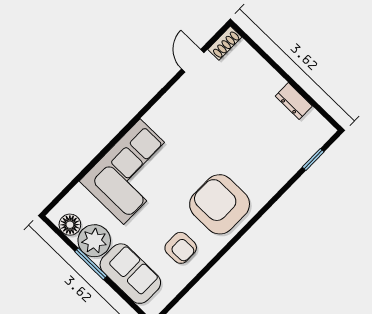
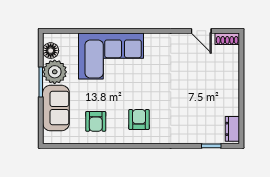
door: (193, 61) -> (201, 31), swing flipped
dresser: (294, 101) -> (232, 129), moved
armchair: (220, 204) -> (139, 119), width x0.53, depth x0.53

